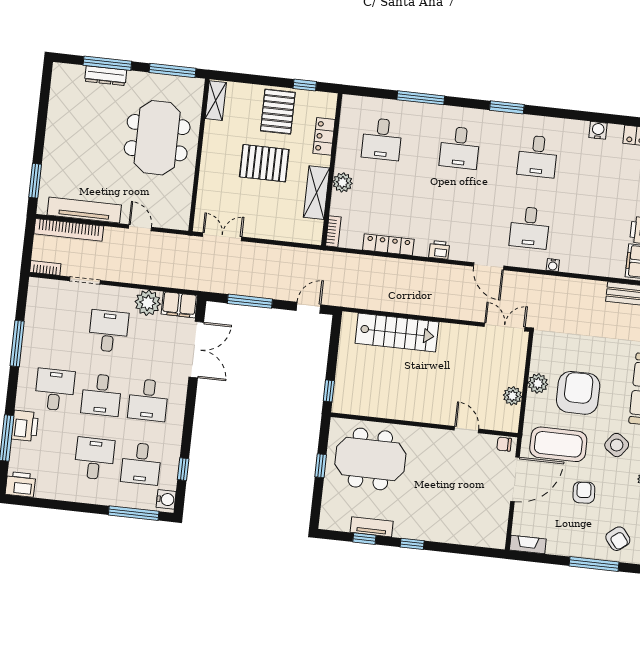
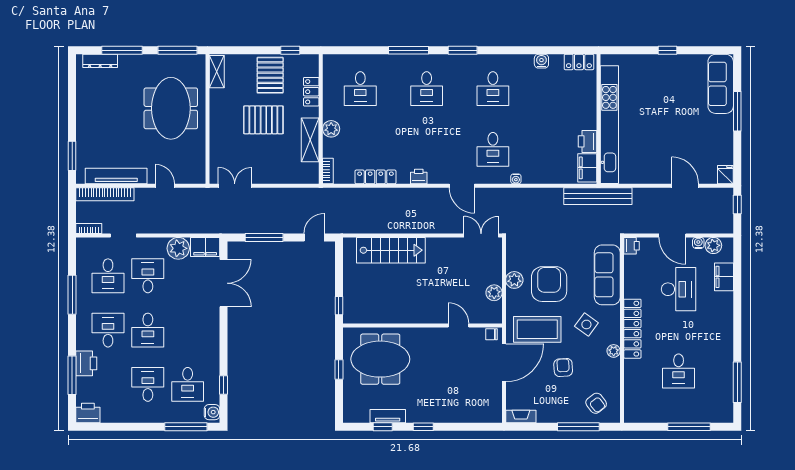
dresser: (106, 76) -> (100, 61), moved
window: (421, 98) -> (409, 50), moved
desk: (148, 400) -> (108, 276), moved

